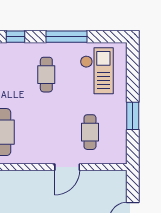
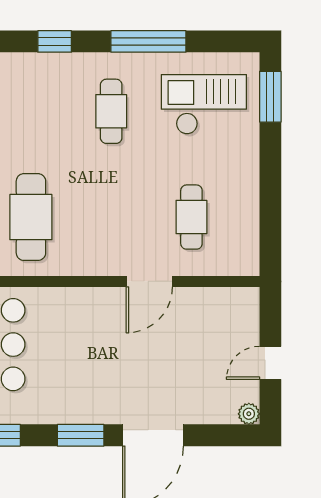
checkout: (97, 71) -> (204, 104), turned -90
window: (133, 116) -> (270, 97), moved

